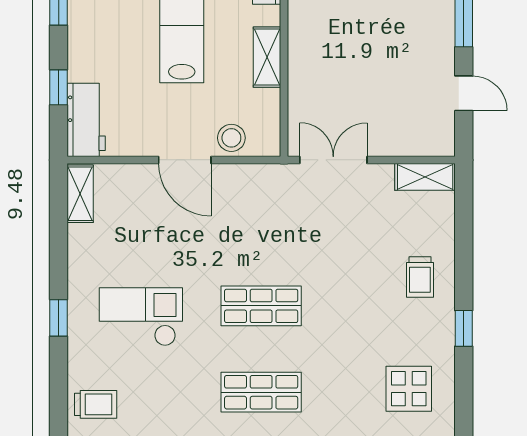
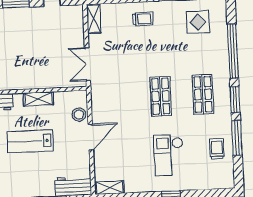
trolley: (96, 404) -> (217, 149), moved

